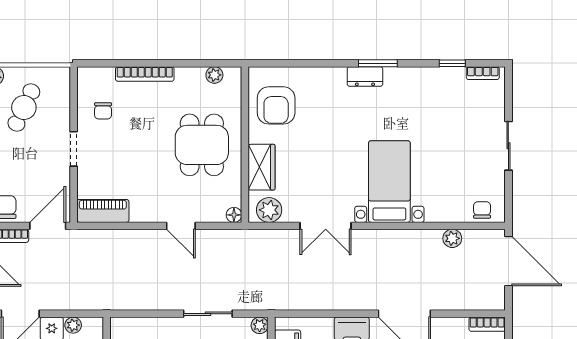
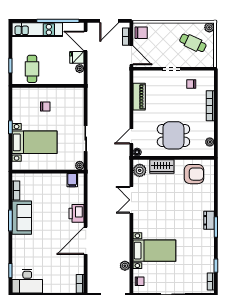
armchair: (276, 105) -> (194, 174), turned 180
bed with nightstands: (389, 182) -> (154, 251), moved
piano: (103, 211) -> (139, 97), moved
door: (181, 226) -> (131, 136), moved

